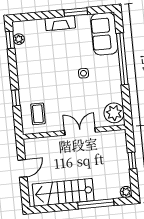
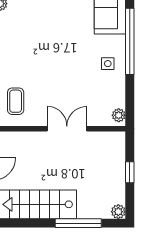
side table: (83, 73) -> (108, 64), moved
plant: (114, 113) -> (119, 115), width x0.53, depth x0.53

